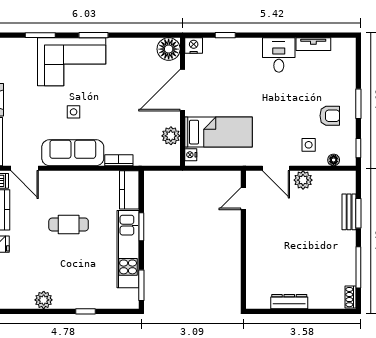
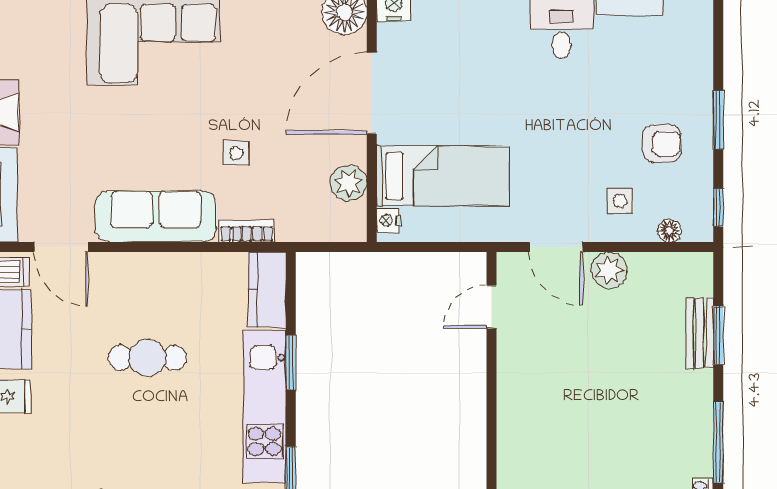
side table: (74, 112) -> (236, 153), moved

